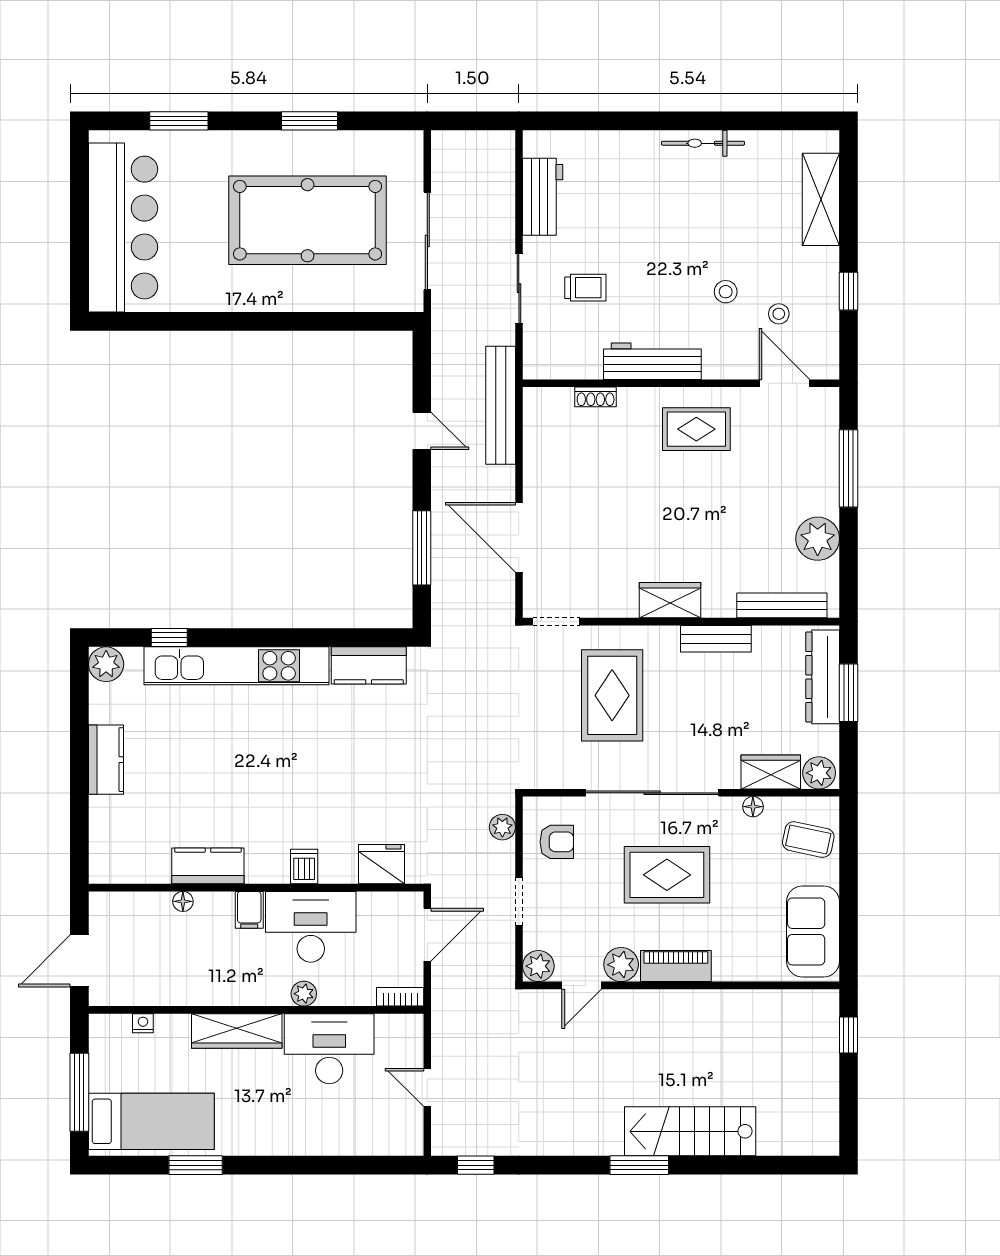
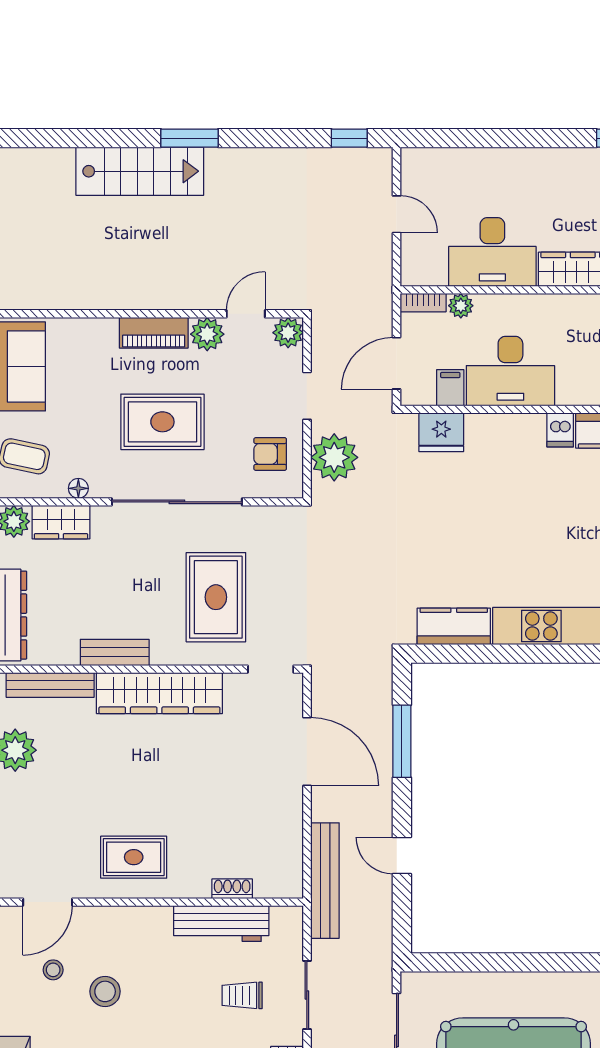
stool: (726, 292) -> (105, 991), width x1.37, depth x1.37
workbench: (652, 361) -> (221, 924), moved
door: (785, 383) -> (48, 902), hinge flipped
wardrobe: (670, 600) -> (159, 693), width x2.10, depth x1.17
plant: (502, 827) -> (334, 457), width x1.88, depth x1.88
dishwasher: (304, 867) -> (560, 430), moved
filing cabinet: (249, 910) -> (450, 388), moved
plant: (304, 994) -> (461, 306), moved

